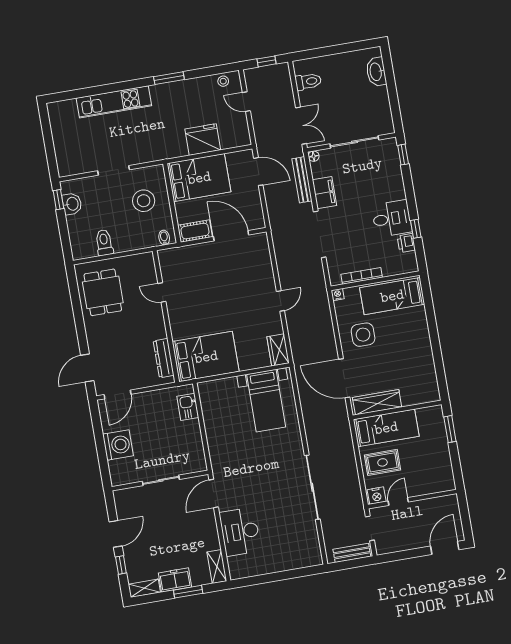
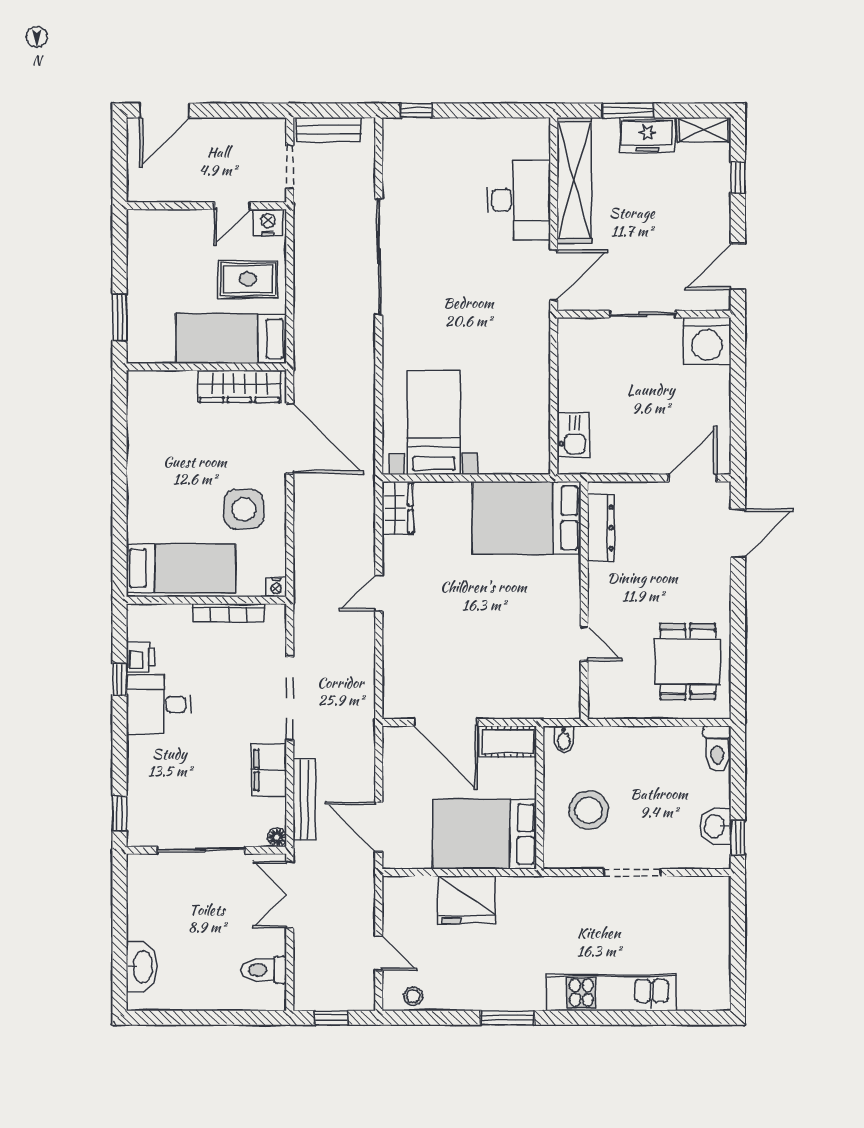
toilet: (104, 243) -> (717, 748), moved
washing machine: (118, 445) -> (707, 341), moved, turned -90
door: (116, 534) -> (738, 266), moved
shelving: (217, 566) -> (574, 180), width x2.20, depth x1.33
window: (305, 572) -> (416, 111), added

